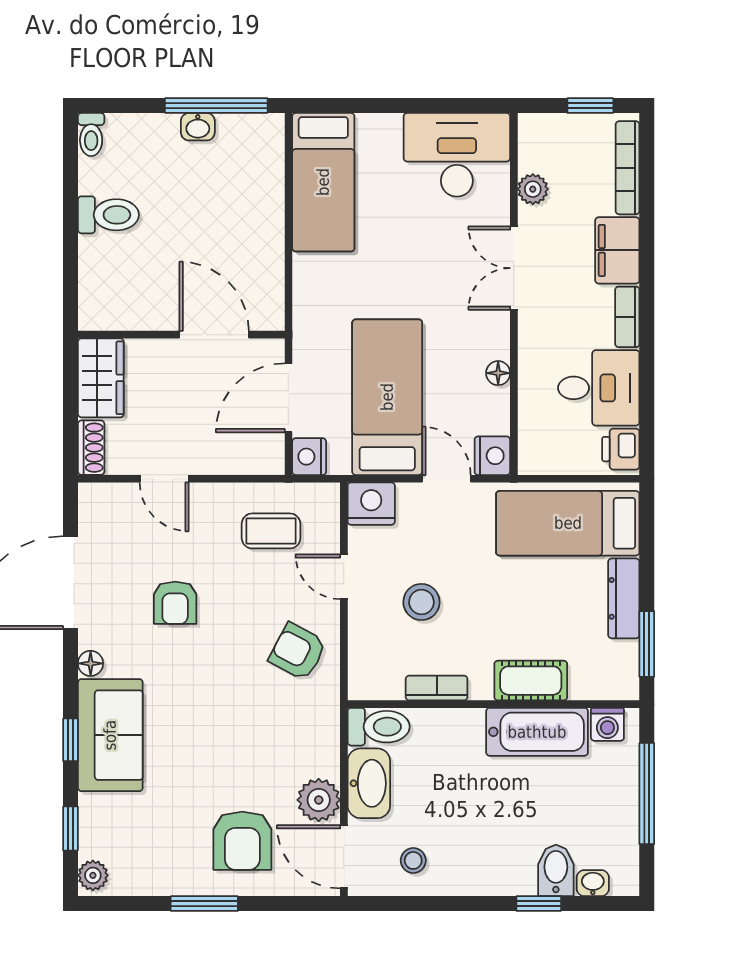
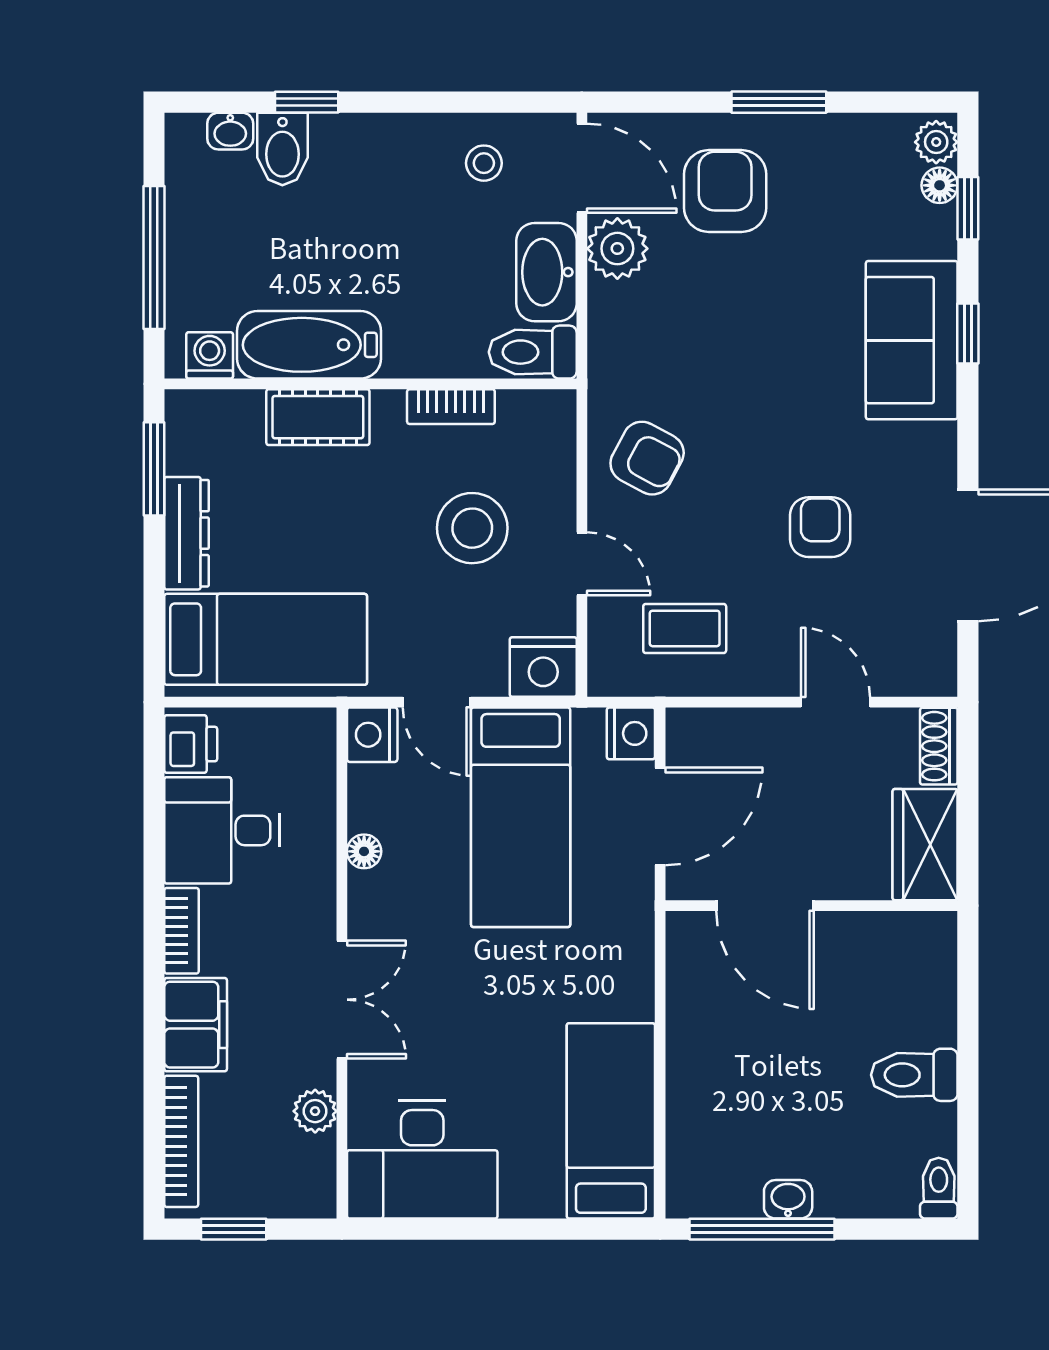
stool: (421, 602) -> (472, 528), width x1.38, depth x1.38
floor lamp: (91, 663) -> (940, 185), moved

